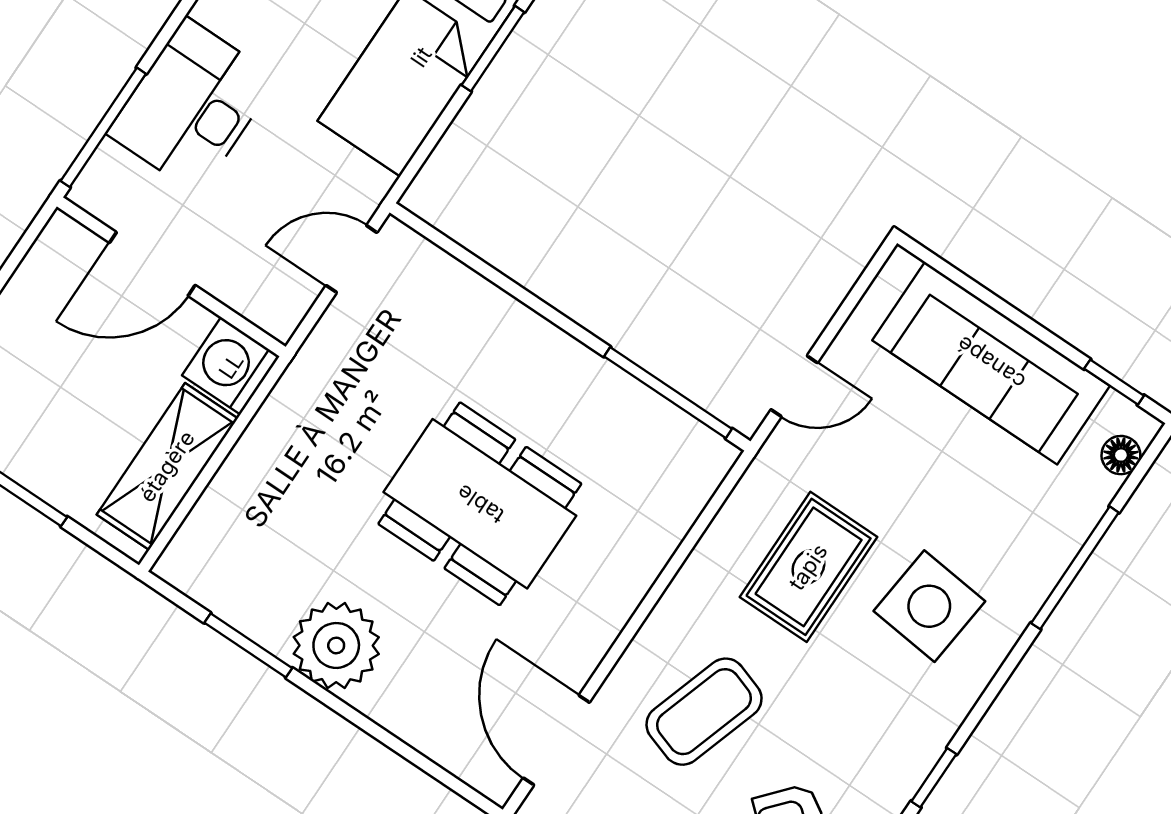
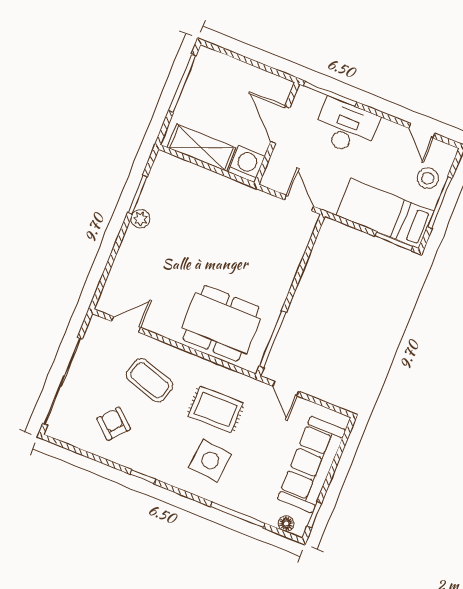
dining table: (480, 504) -> (221, 323), moved, turned 90
plant: (336, 645) -> (140, 219), width x0.53, depth x0.53
door: (556, 740) -> (126, 324), width x0.73

